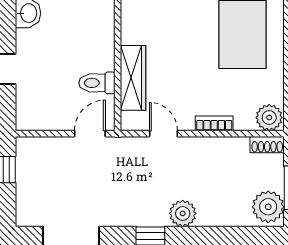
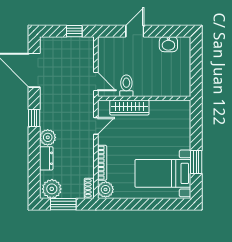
bookcase: (214, 123) -> (102, 163), width x1.56
dresser: (217, 216) -> (46, 158), added

